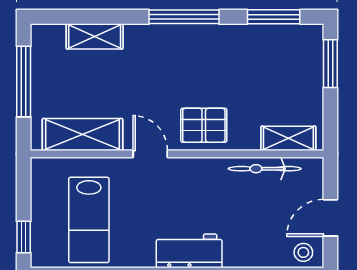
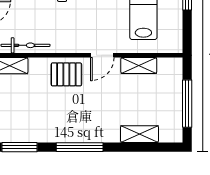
shelving: (82, 135) -> (139, 65), width x0.67, depth x0.75
door: (150, 154) -> (102, 55), hinge flipped

